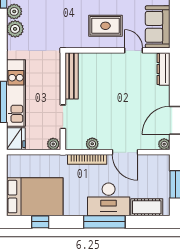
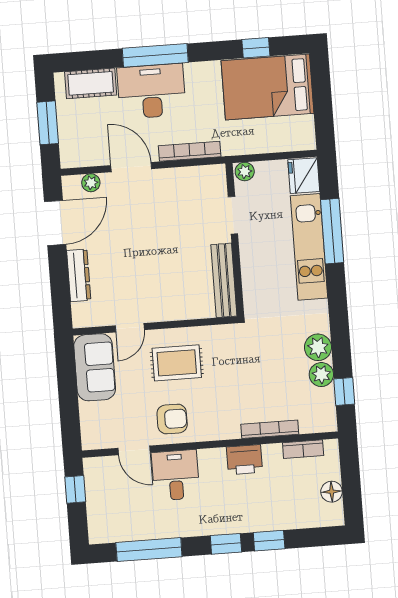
door: (134, 50) -> (130, 328), hinge flipped
dresser: (164, 69) -> (79, 275), moved
plant: (92, 144) -> (183, 176), removed
plant: (164, 144) -> (91, 183), moved

